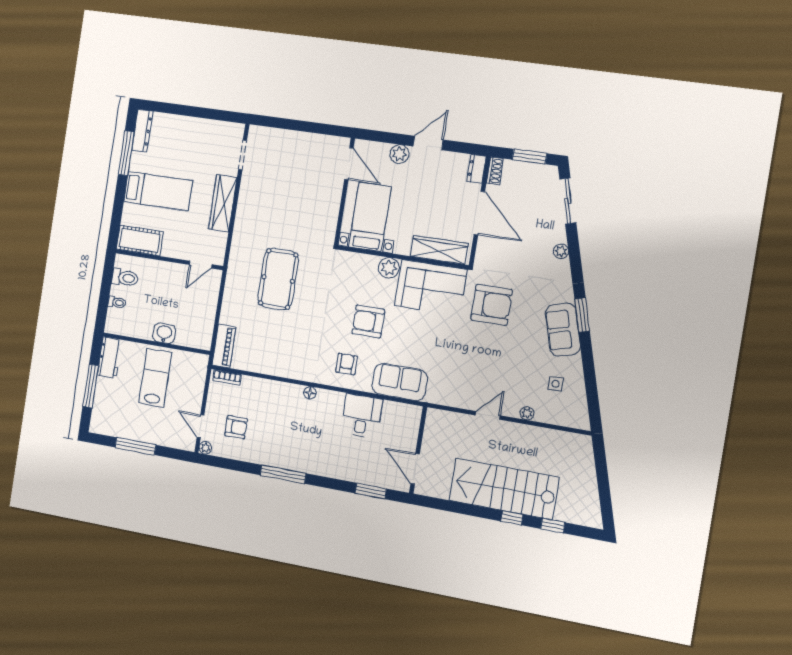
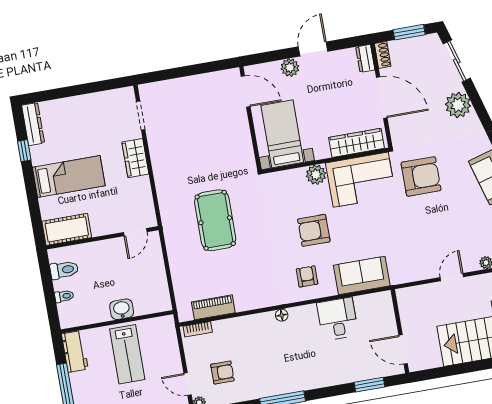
window: (126, 153) -> (24, 151), width x0.46
wardrobe: (223, 203) -> (135, 158), width x0.67
plant: (561, 251) -> (458, 105), width x1.88, depth x1.88
piano: (224, 346) -> (213, 307), moved, turned -90
lab bench: (155, 378) -> (127, 354), turned 180

